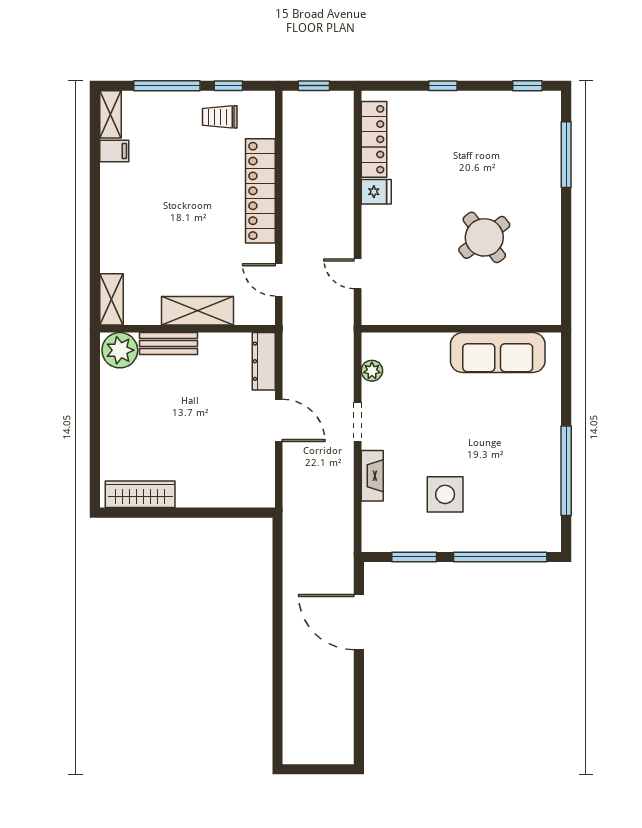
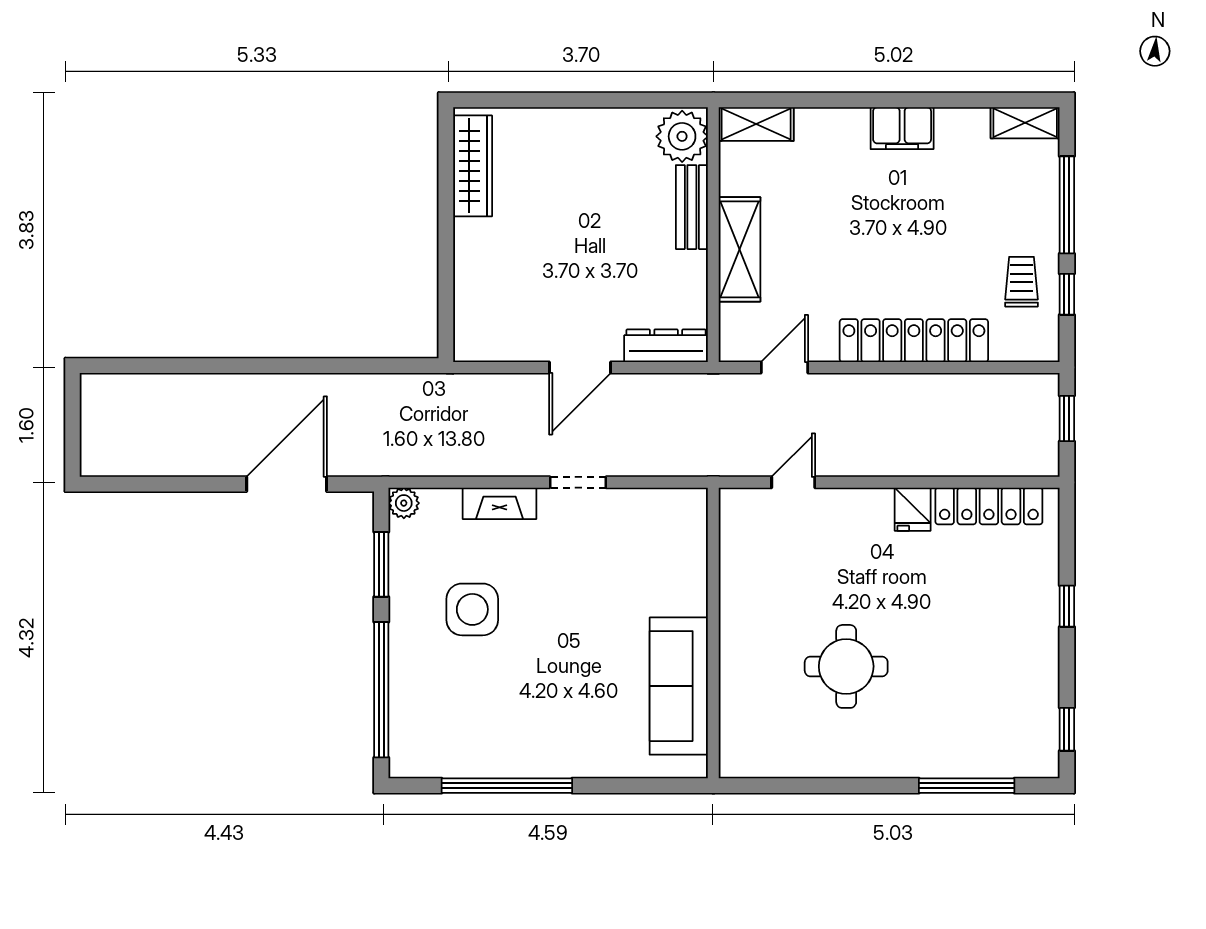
filing cabinet: (114, 151) -> (902, 128), moved, width x2.00
round table: (484, 237) -> (846, 666), turned 37
plant: (372, 371) -> (404, 503), moved

